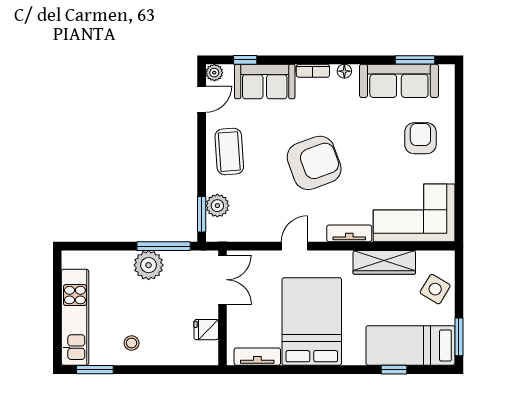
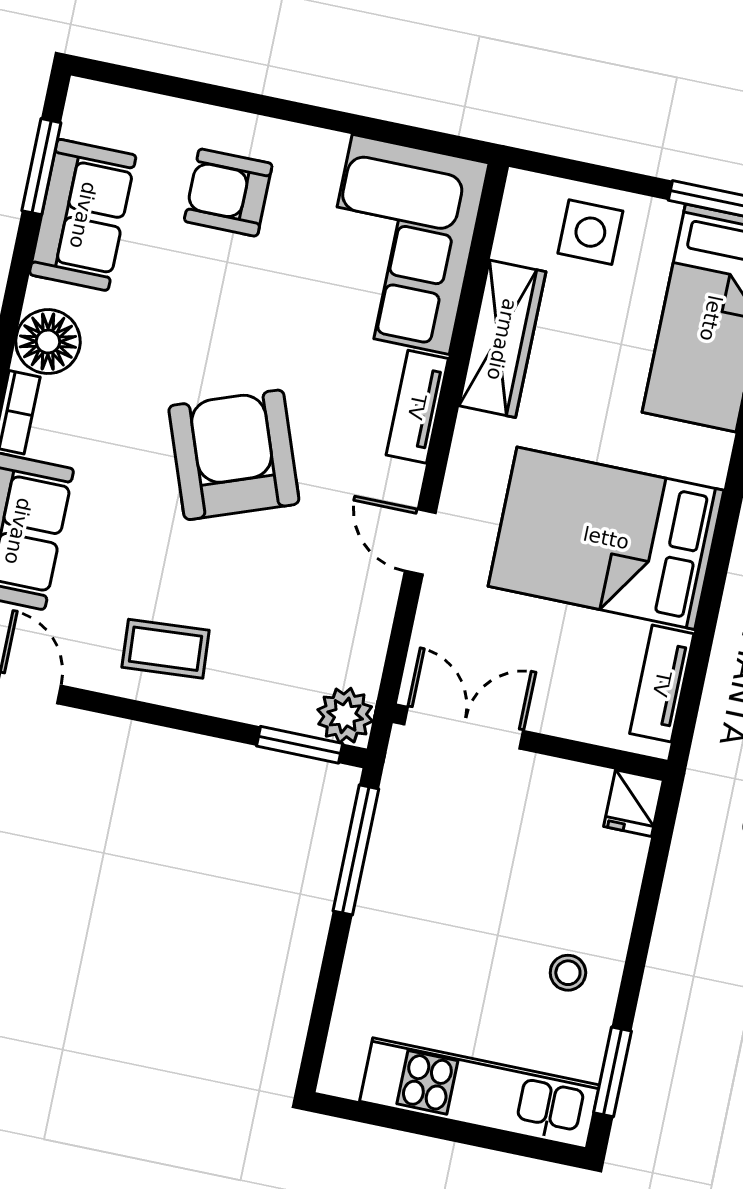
floor lamp: (344, 71) -> (48, 342), width x1.89, depth x1.89
sofa: (399, 81) -> (83, 215), width x0.73
coffee table: (229, 152) -> (166, 649), width x0.73, depth x0.77
plant: (217, 206) -> (345, 715), moved
plant: (149, 265) -> (393, 894), removed
side table: (435, 289) -> (590, 232), turned -31
fridge: (206, 330) -> (634, 803), moved

